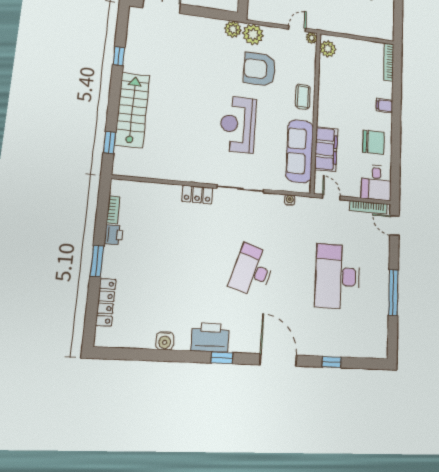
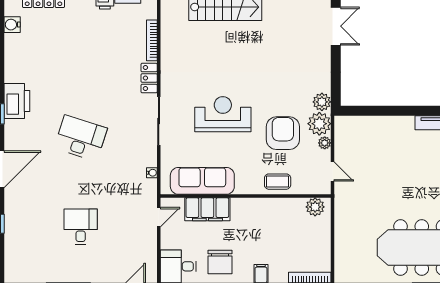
plant: (312, 38) -> (325, 143), moved
coffee table: (303, 97) -> (278, 182), moved
bookcase: (368, 207) -> (152, 40), moved
desk: (337, 276) -> (81, 227), width x0.53, depth x0.77
water cooler: (165, 341) -> (12, 25), moved

